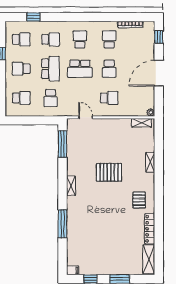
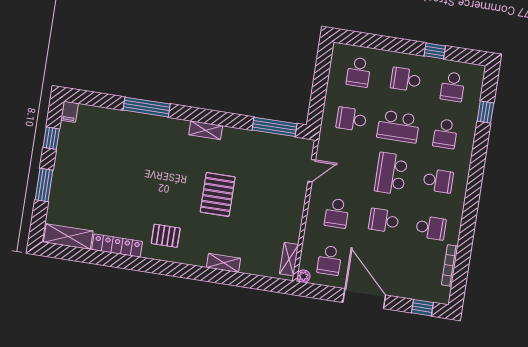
school desk: (21, 69) -> (406, 79), turned -90
school desk: (139, 98) -> (330, 260), added

